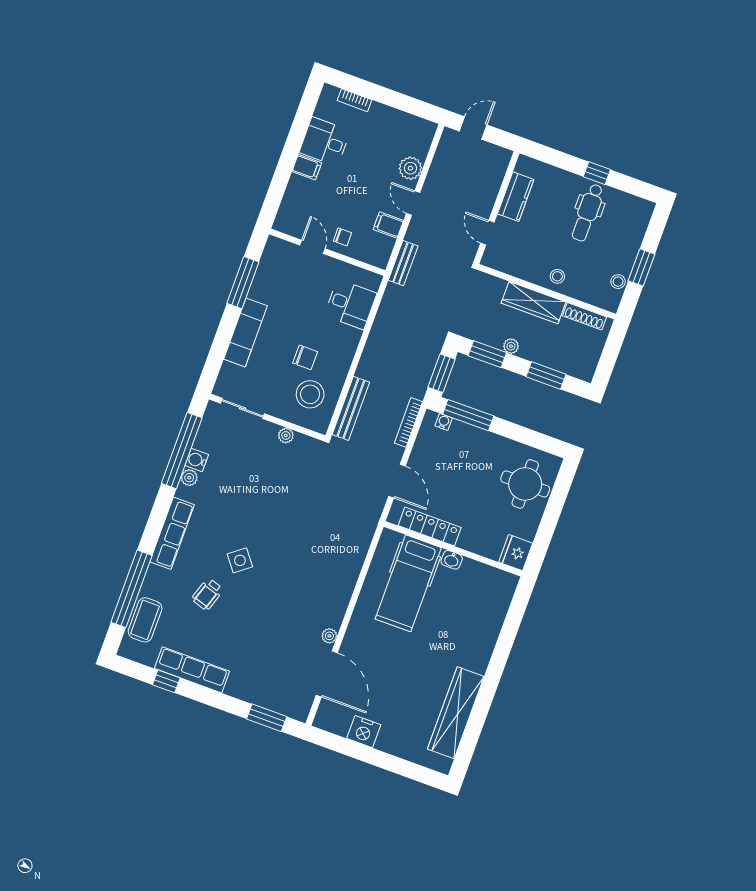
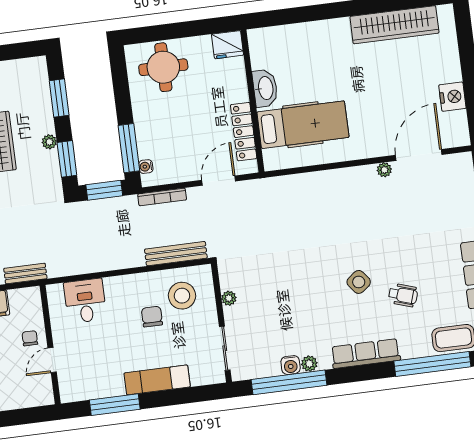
washbasin: (452, 560) -> (265, 88), width x1.91, depth x1.45

